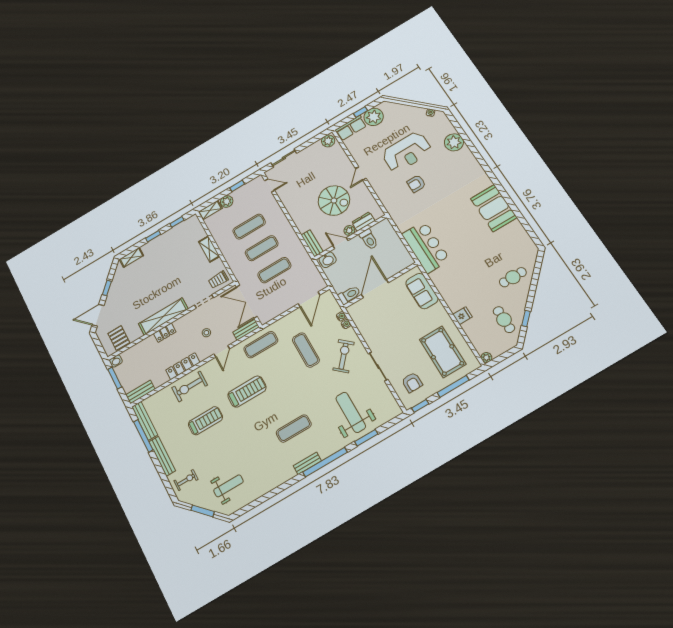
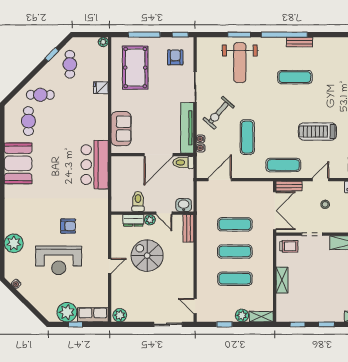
reception desk: (407, 152) -> (59, 260), turned 180
cafe table: (508, 249) -> (28, 121), added
tv unit: (364, 326) -> (187, 128), added

